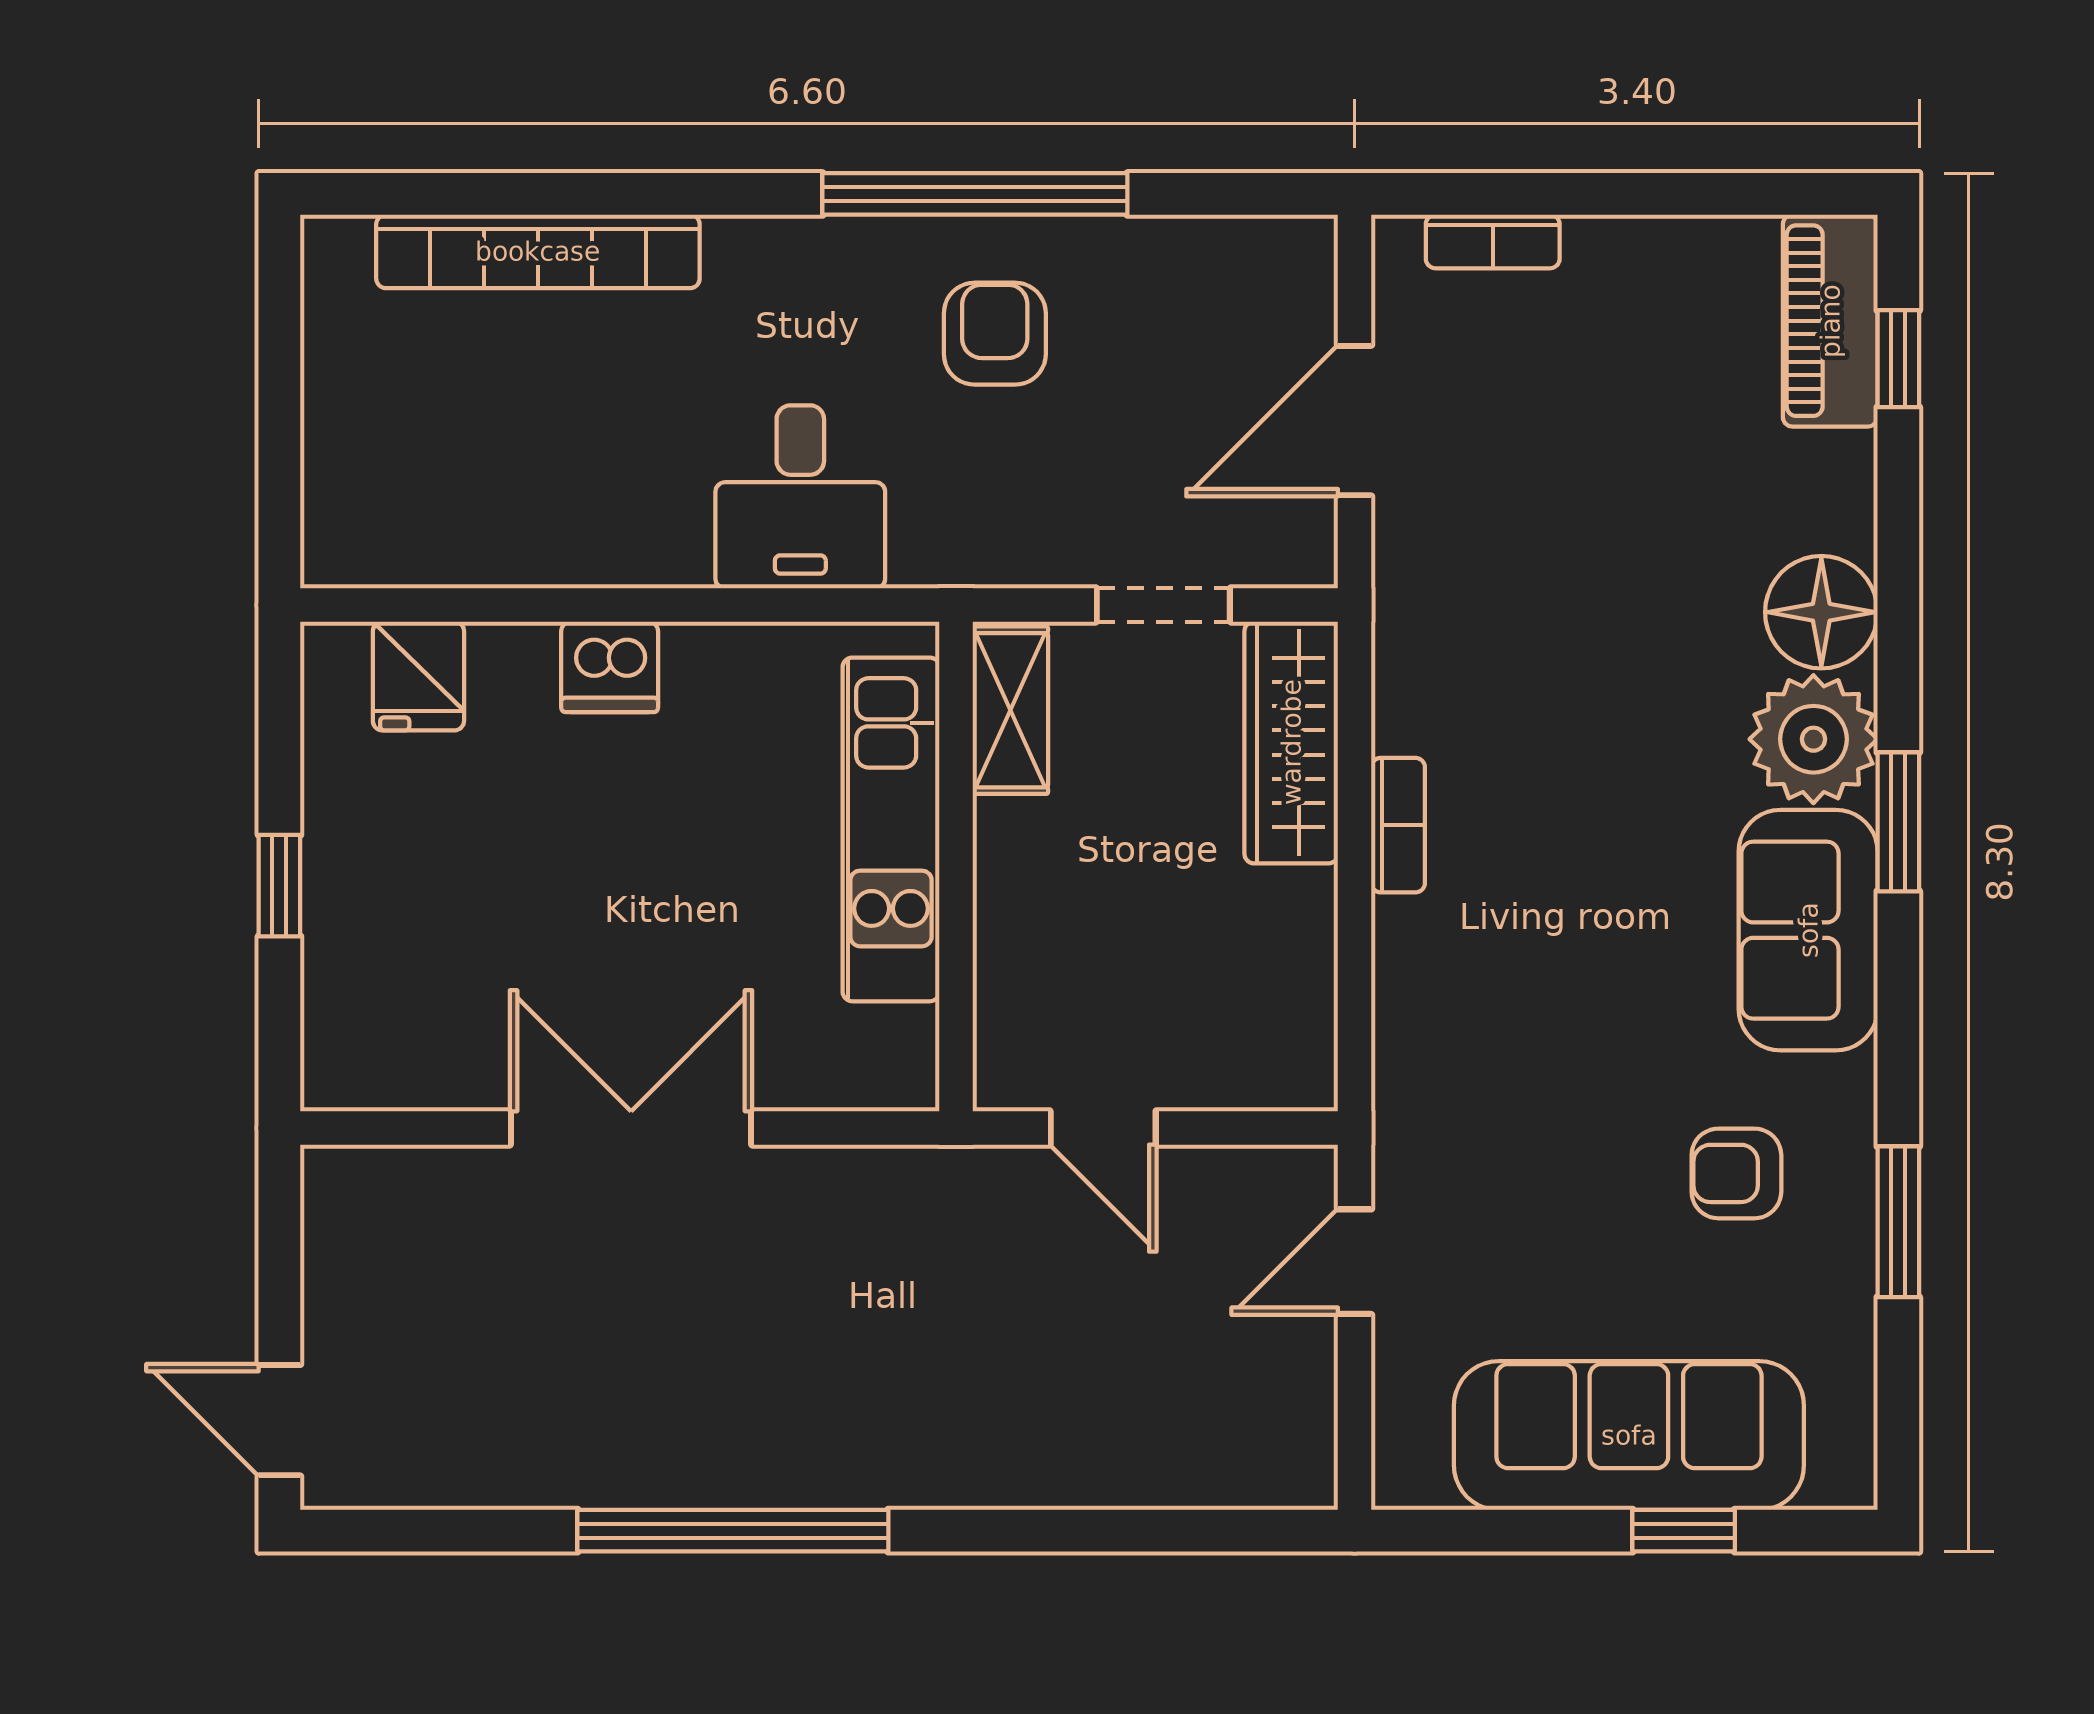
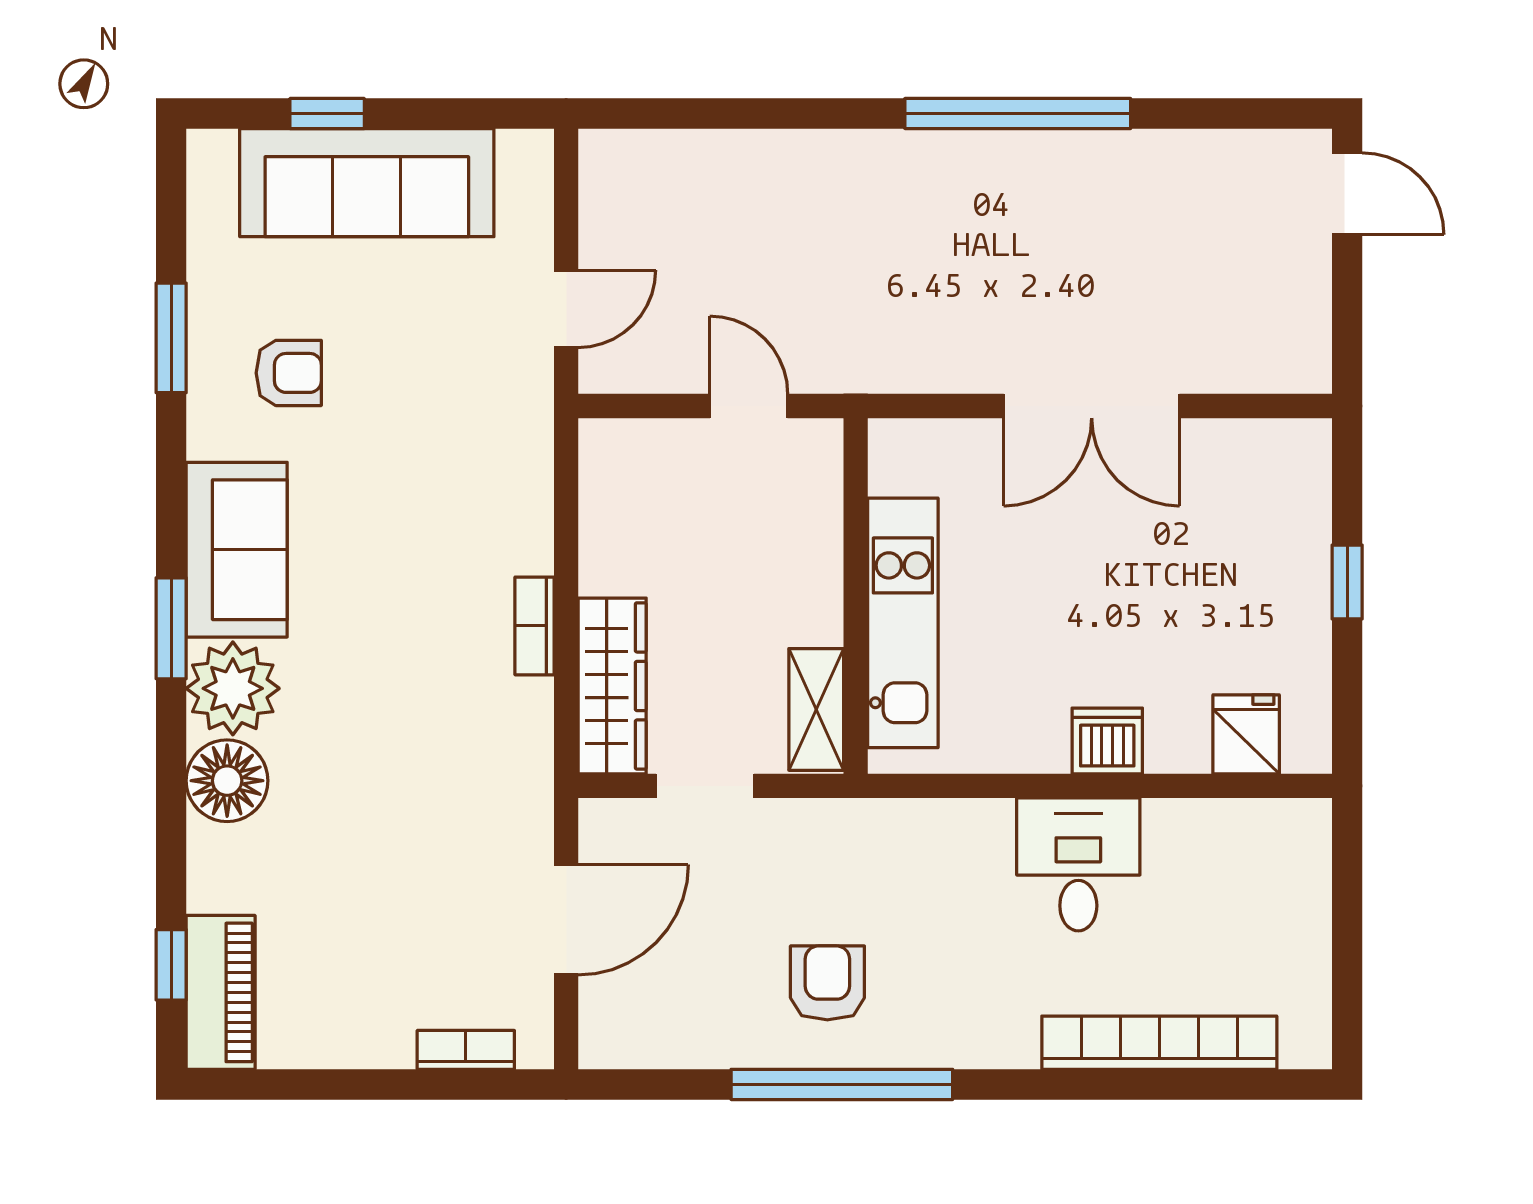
armchair: (995, 334) -> (827, 983), turned 180
desk: (800, 497) -> (1078, 864), moved

